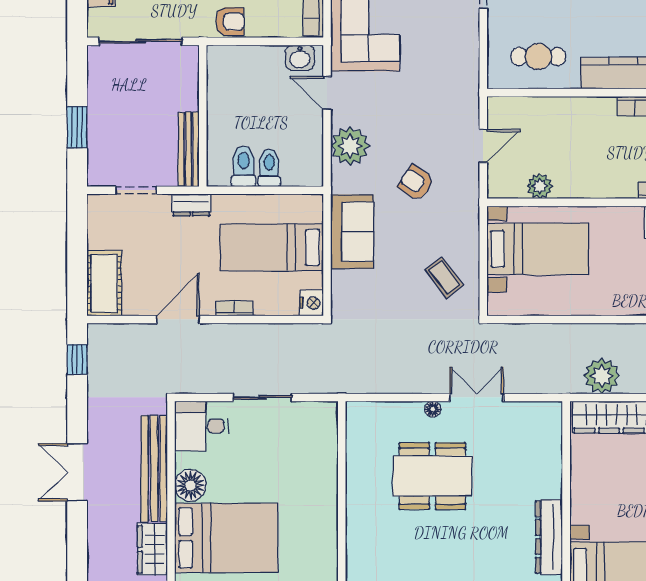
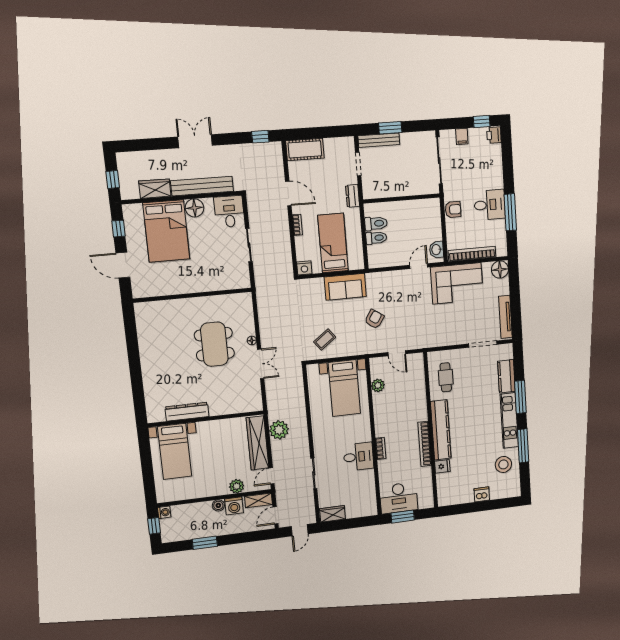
armchair: (230, 22) -> (453, 209), turned -90
plant: (350, 146) -> (391, 281), removed
bench: (189, 149) -> (379, 140), moved

